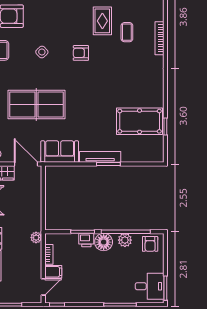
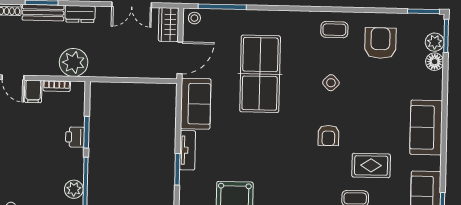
armchair: (81, 53) -> (328, 135), turned 180
tv unit: (100, 157) -> (187, 150), width x0.71
plant: (36, 238) -> (74, 62), width x1.87, depth x1.87
floor lamp: (104, 242) -> (72, 160), removed

